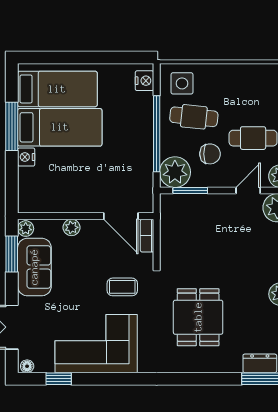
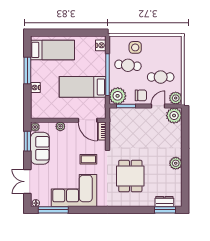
side table: (182, 83) -> (135, 47), moved
bed: (60, 127) -> (83, 87), moved, turned 180
chair: (210, 154) -> (141, 95), moved
window: (59, 379) -> (53, 210), width x2.17

